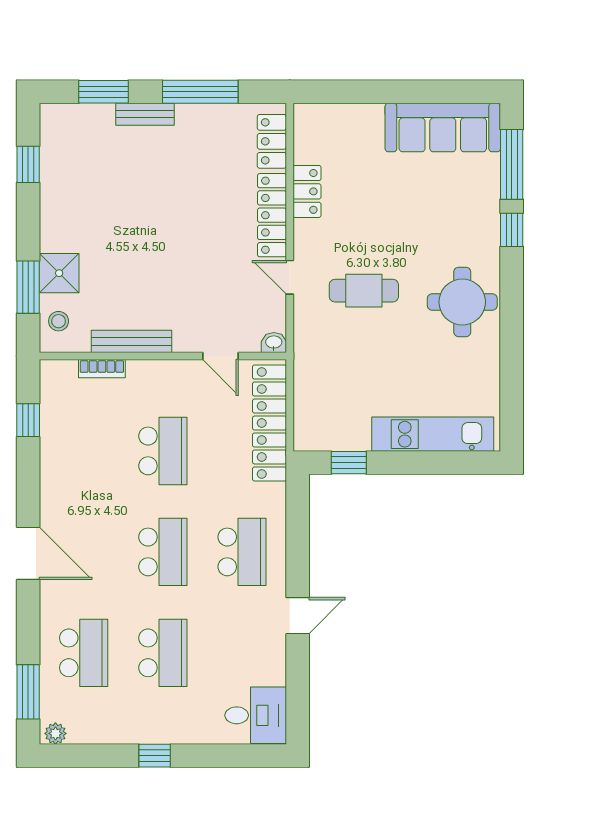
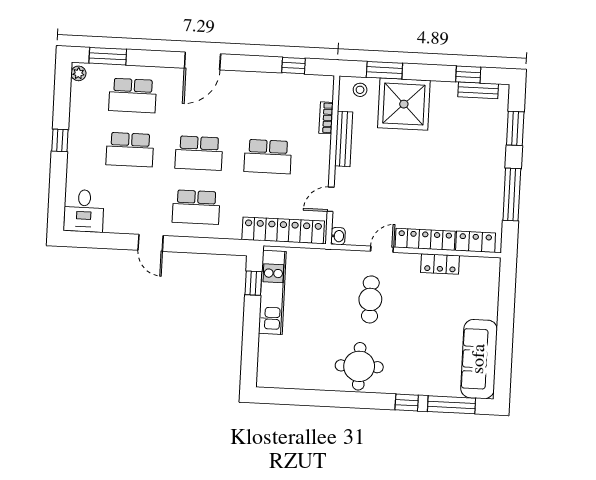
bench: (145, 114) -> (478, 90), moved, turned 90
shower: (59, 273) -> (404, 104), width x1.86, depth x1.86
kitchen unit: (433, 434) -> (272, 292), moved

